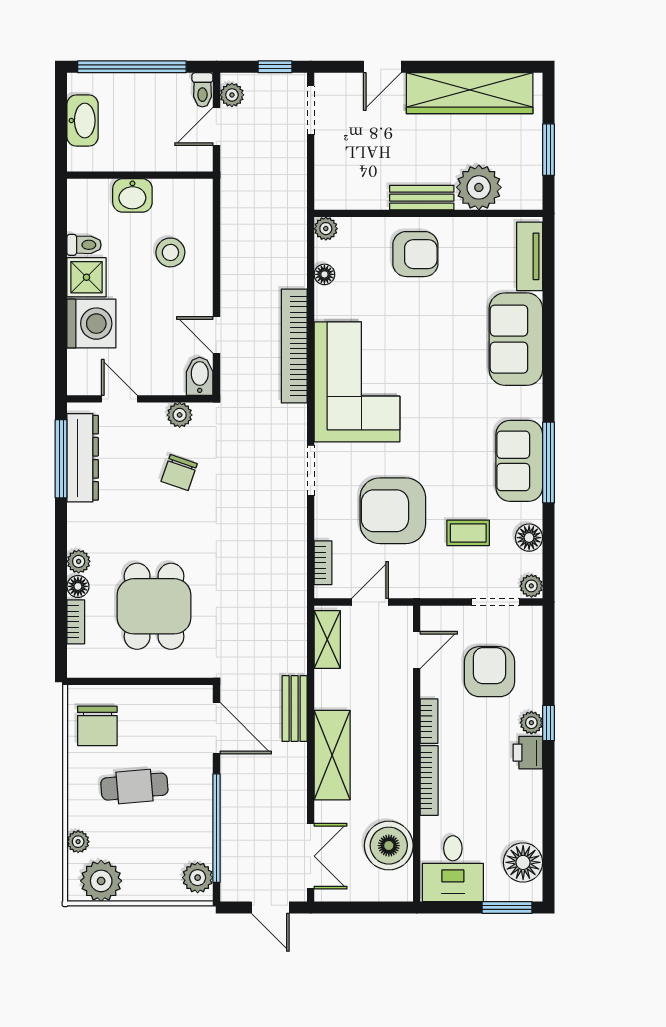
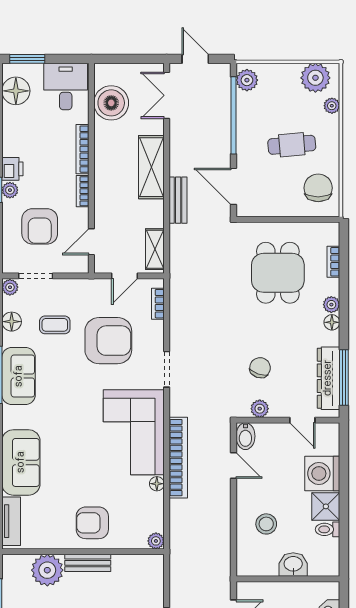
floor lamp: (324, 274) -> (157, 484), moved
floor lamp: (78, 586) -> (332, 322), moved

